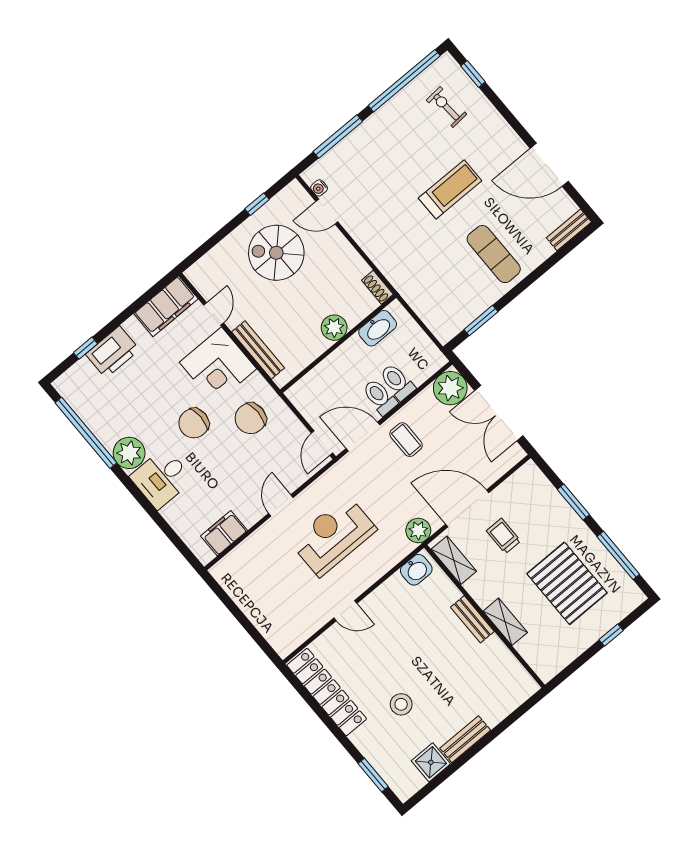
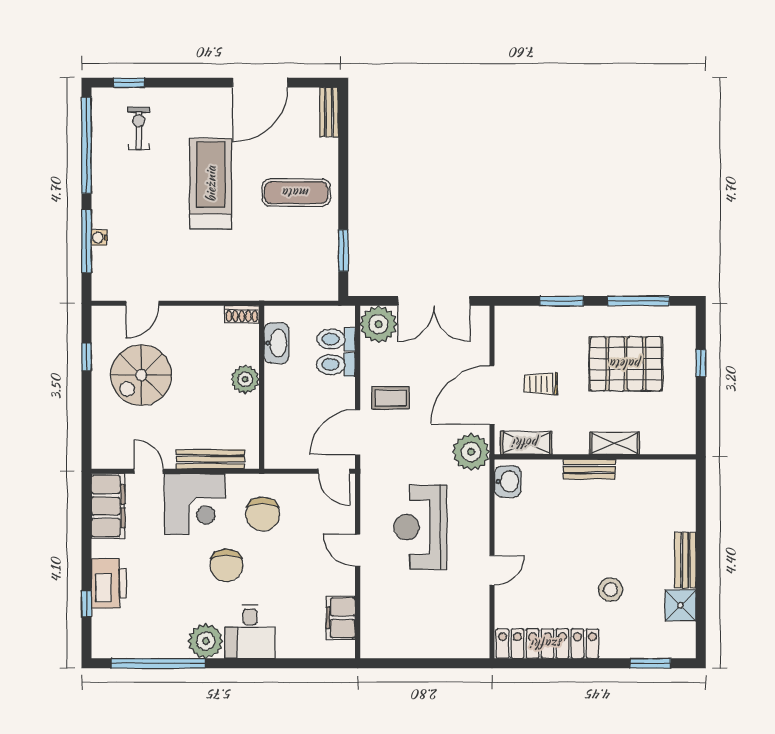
exercise bike: (447, 107) -> (139, 128), turned 94
water cooler: (319, 188) -> (99, 238), moved, turned 90
treadmill: (450, 189) -> (211, 184), width x1.37, depth x1.37
toilet: (380, 397) -> (336, 339), moved
plant: (418, 531) -> (471, 452), width x1.36, depth x1.36

